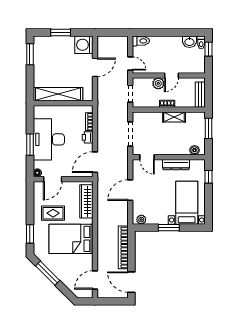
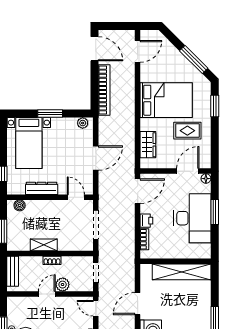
wardrobe: (86, 201) -> (148, 145), width x0.67

